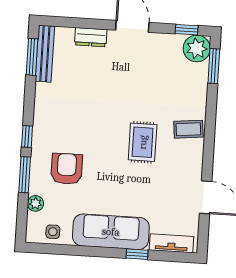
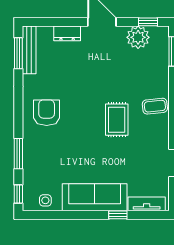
plant: (197, 49) -> (138, 37), moved
window: (27, 136) -> (18, 194), moved
armchair: (67, 169) -> (47, 113), moved
plant: (36, 203) -> (29, 177), removed

